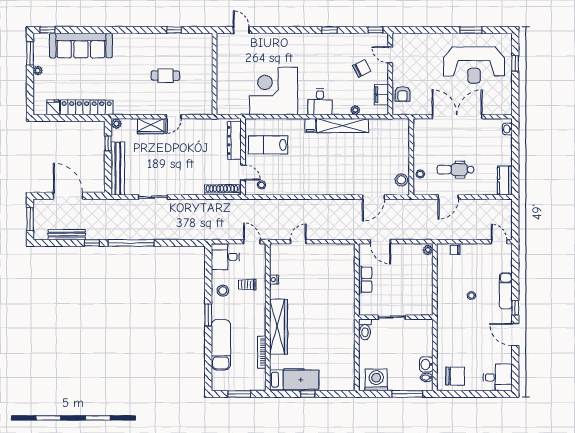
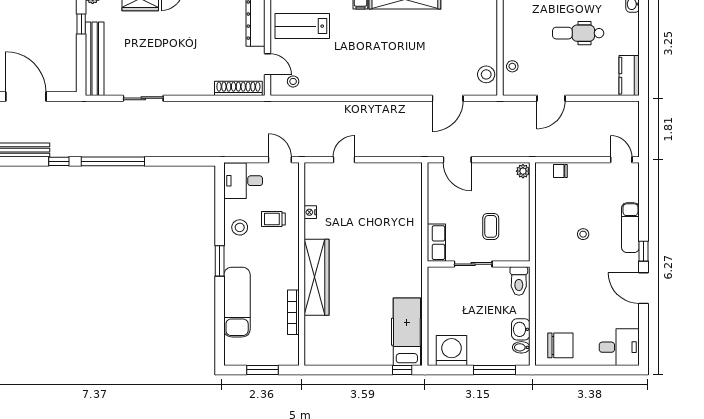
dental chair: (455, 170) -> (578, 33), moved
row of seats: (365, 280) -> (436, 243), moved
coffee table: (405, 290) -> (491, 226), added
toilet: (365, 329) -> (519, 281), moved
hospital bed: (294, 380) -> (407, 332), moved, turned -90
window: (308, 394) -> (402, 370), moved

